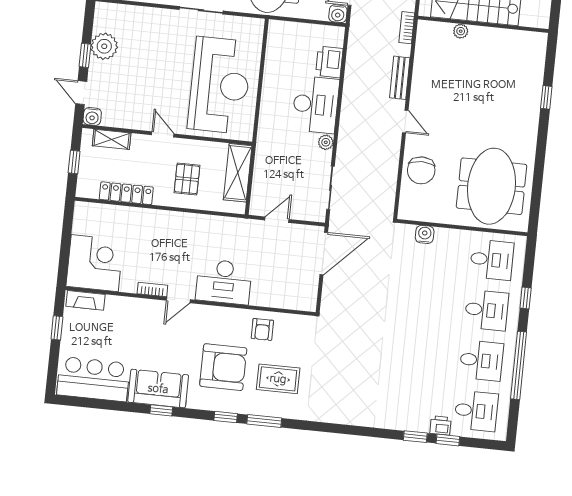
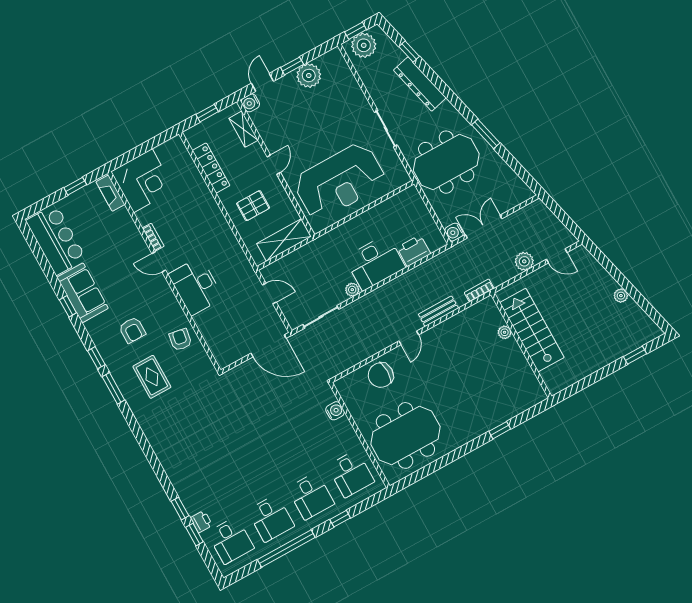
armchair: (262, 329) -> (180, 340), turned 100
armchair: (223, 367) -> (132, 330), width x0.53, depth x0.53

